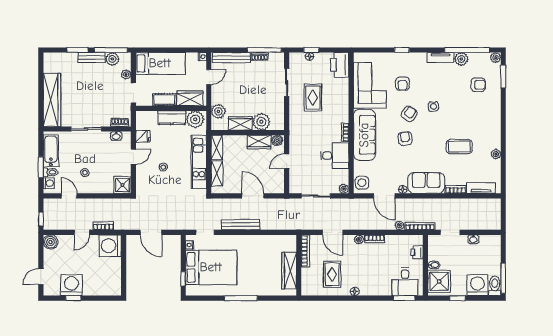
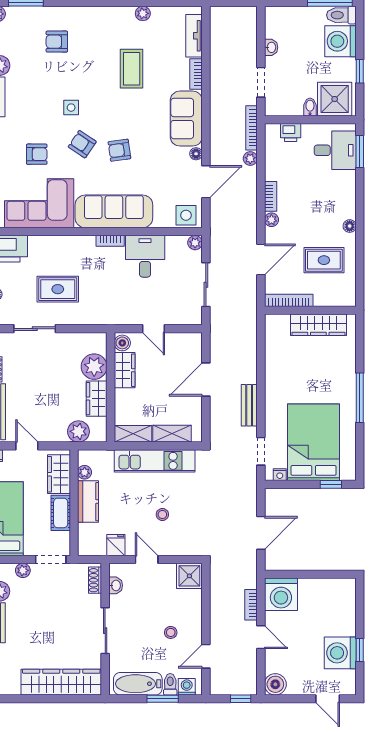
armchair: (478, 85) -> (57, 42), moved, turned -90
plant: (195, 119) -> (85, 472), width x0.53, depth x0.53
bench: (241, 225) -> (249, 405), width x0.73

